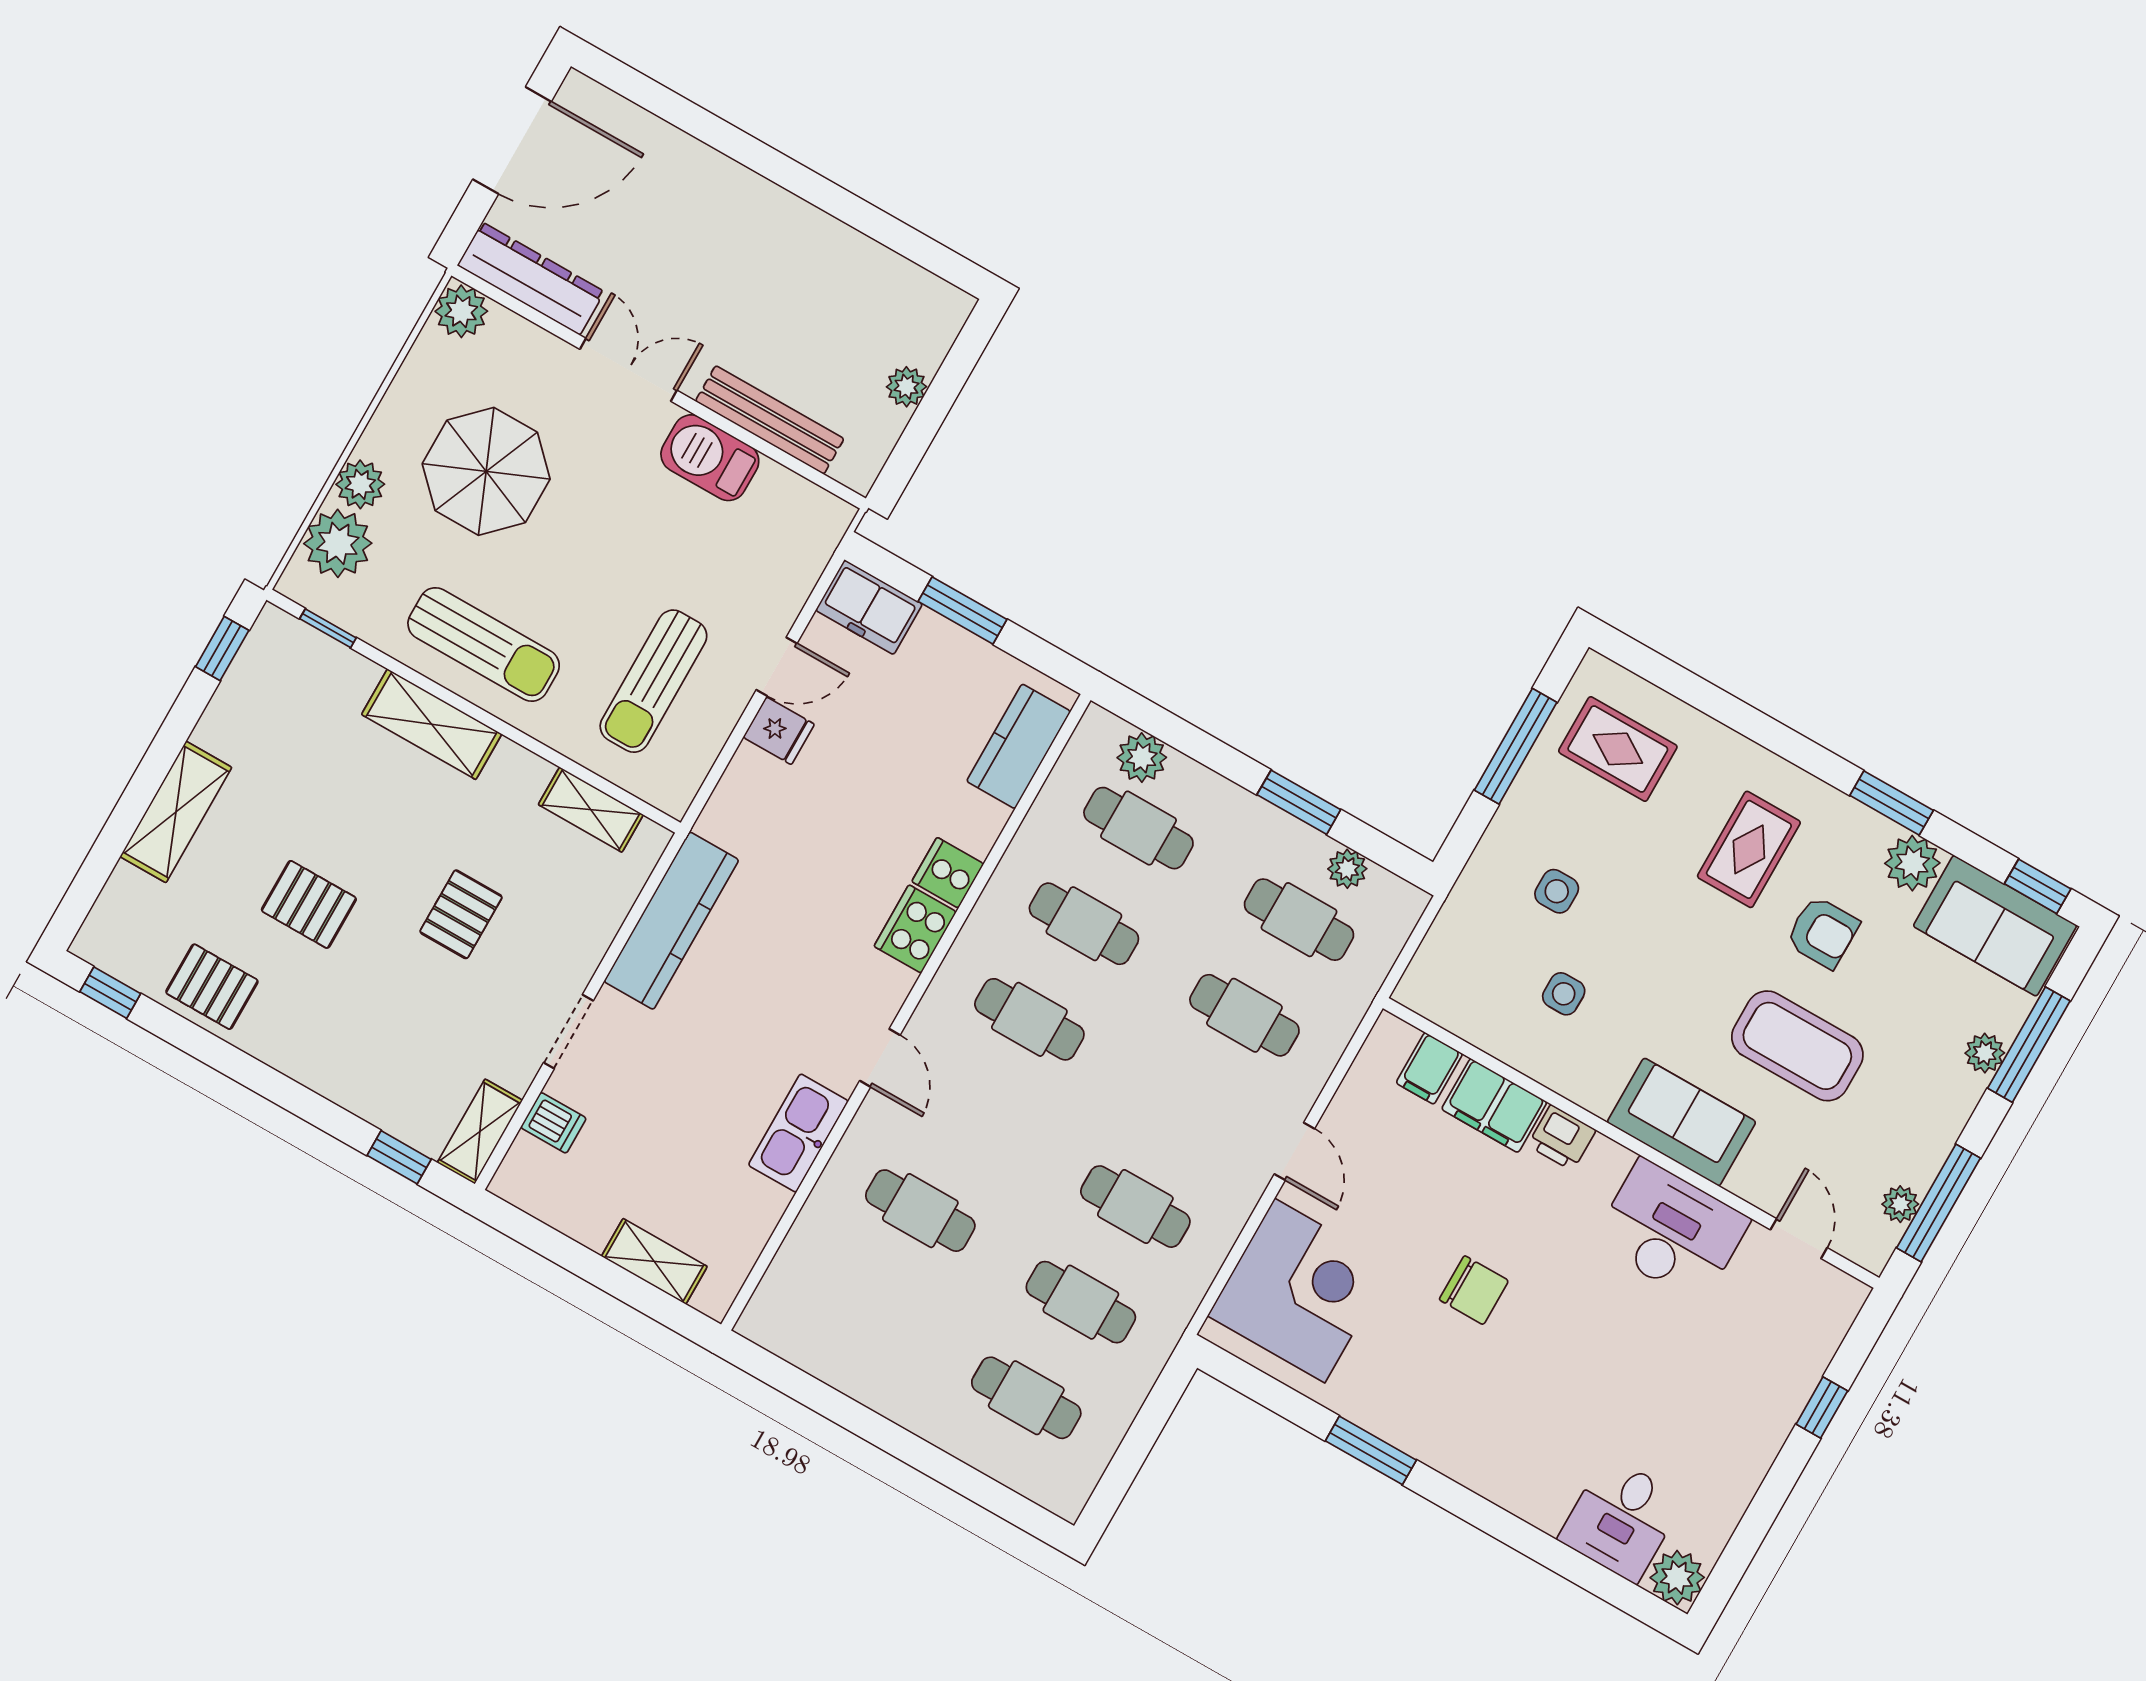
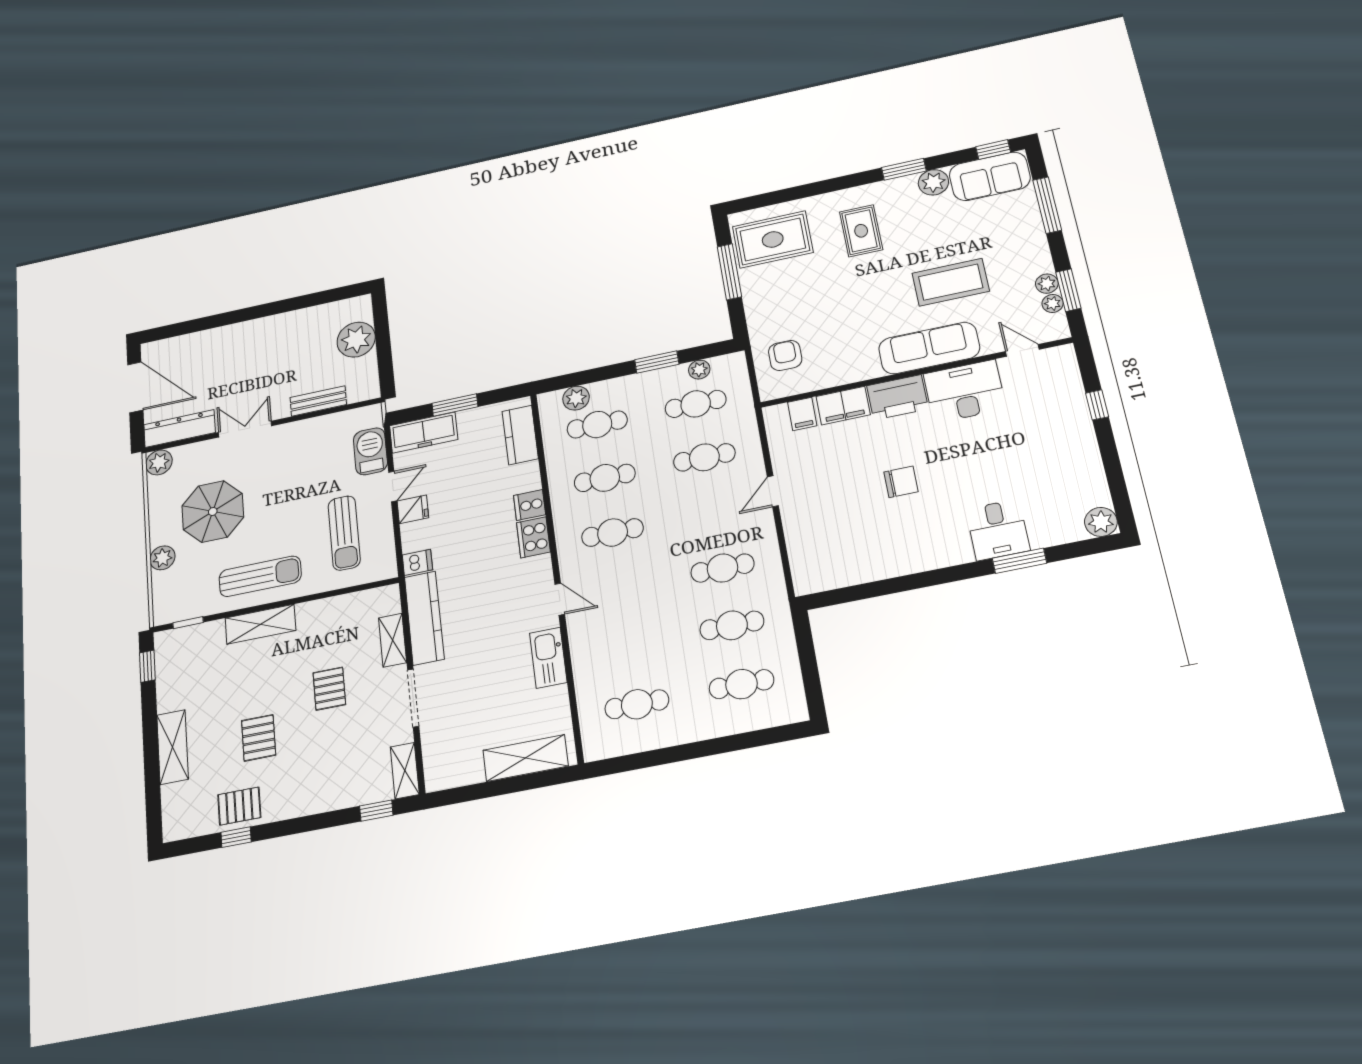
door: (512, 140) -> (135, 387), hinge flipped
plant: (906, 387) -> (356, 340), width x1.87, depth x1.87
bench: (770, 420) -> (318, 401), width x0.73
barbecue: (710, 458) -> (370, 451), moved, turned 90
plant: (338, 543) -> (169, 587), removed
freezer: (869, 607) -> (424, 433), width x1.40
rug: (1618, 749) -> (773, 239), width x1.36, depth x1.43
shelving: (591, 810) -> (393, 640), moved, turned 90
side table: (1557, 891) -> (795, 308), removed
pallet: (309, 904) -> (259, 738), turned 90
armchair: (1823, 932) -> (785, 355), moved, turned -90
window: (110, 993) -> (236, 837), moved
side table: (1564, 994) -> (833, 342), removed
doorway: (568, 1032) -> (413, 698), width x1.38
plant: (1985, 1053) -> (1047, 284), moved
sofa: (1682, 1122) -> (929, 348), width x1.36
dishwasher: (553, 1123) -> (417, 562), moved
printer: (1562, 1138) -> (897, 397), width x1.87, depth x1.48
door: (1294, 1151) -> (773, 491), swing flipped
window: (1939, 1203) -> (1068, 290), width x0.69
cafe table: (920, 1211) -> (637, 704), moved
shelving: (654, 1261) -> (526, 758), width x1.50, depth x1.33
corner desk: (1300, 1291) -> (825, 543), removed
window: (1371, 1450) -> (1019, 561), moved
desk: (1621, 1519) -> (998, 530), moved

